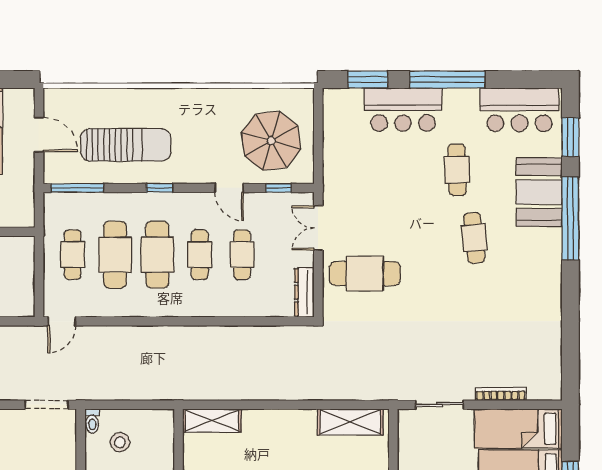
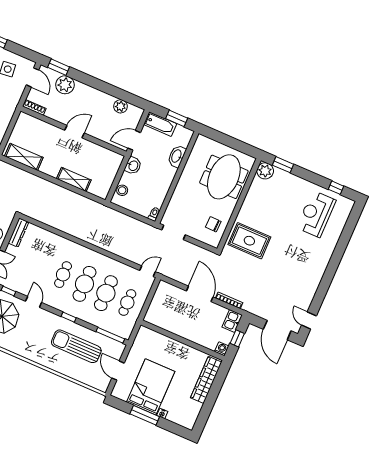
cafe table: (242, 255) -> (42, 265), removed
shelving: (212, 421) -> (74, 179), moved
stool: (120, 442) -> (122, 190), moved

